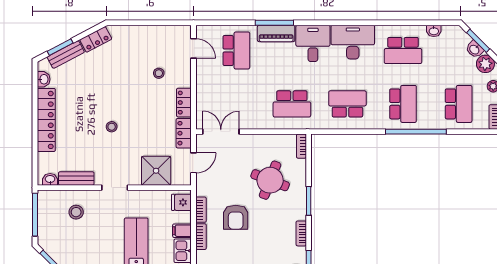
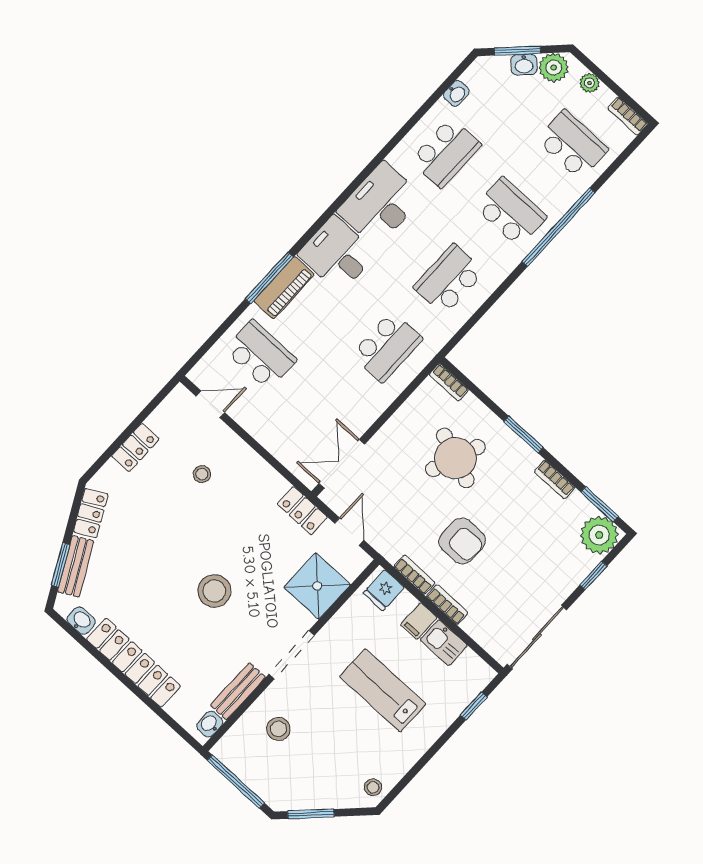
locker: (184, 103) -> (135, 447), moved, turned -90
stool: (112, 127) -> (214, 591), width x1.89, depth x1.89
doorway: (115, 188) -> (292, 655), width x1.38

